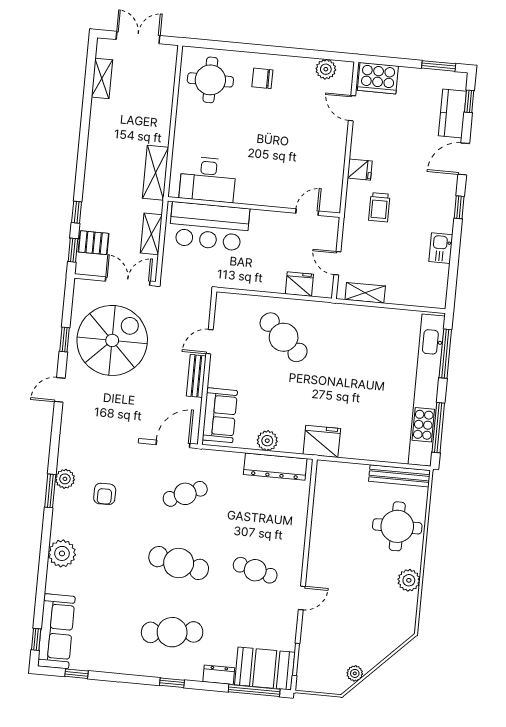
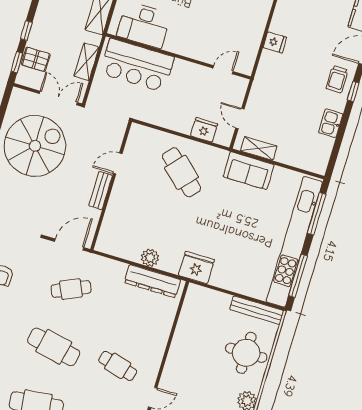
trolley: (379, 207) -> (337, 79), moved
sofa: (220, 415) -> (249, 171), moved, turned 90

